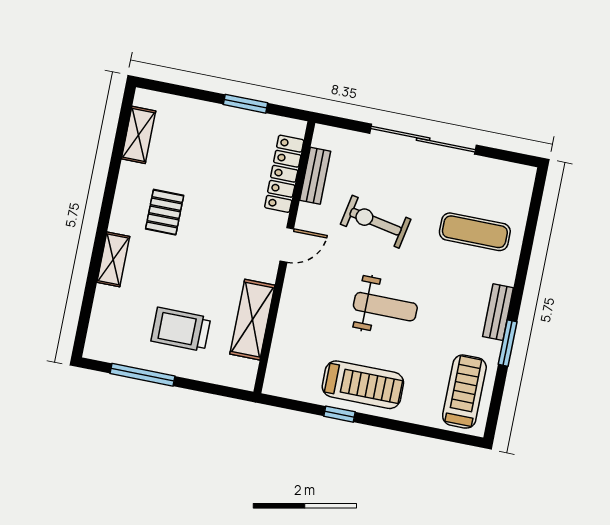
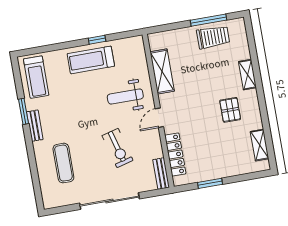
bench: (315, 176) -> (161, 173), moved
exercise bike: (376, 222) -> (118, 148), turned 64
exercise mat: (475, 232) -> (63, 163), turned 90
weight bench: (385, 307) -> (125, 97), moved
trolley: (181, 329) -> (213, 37), moved

